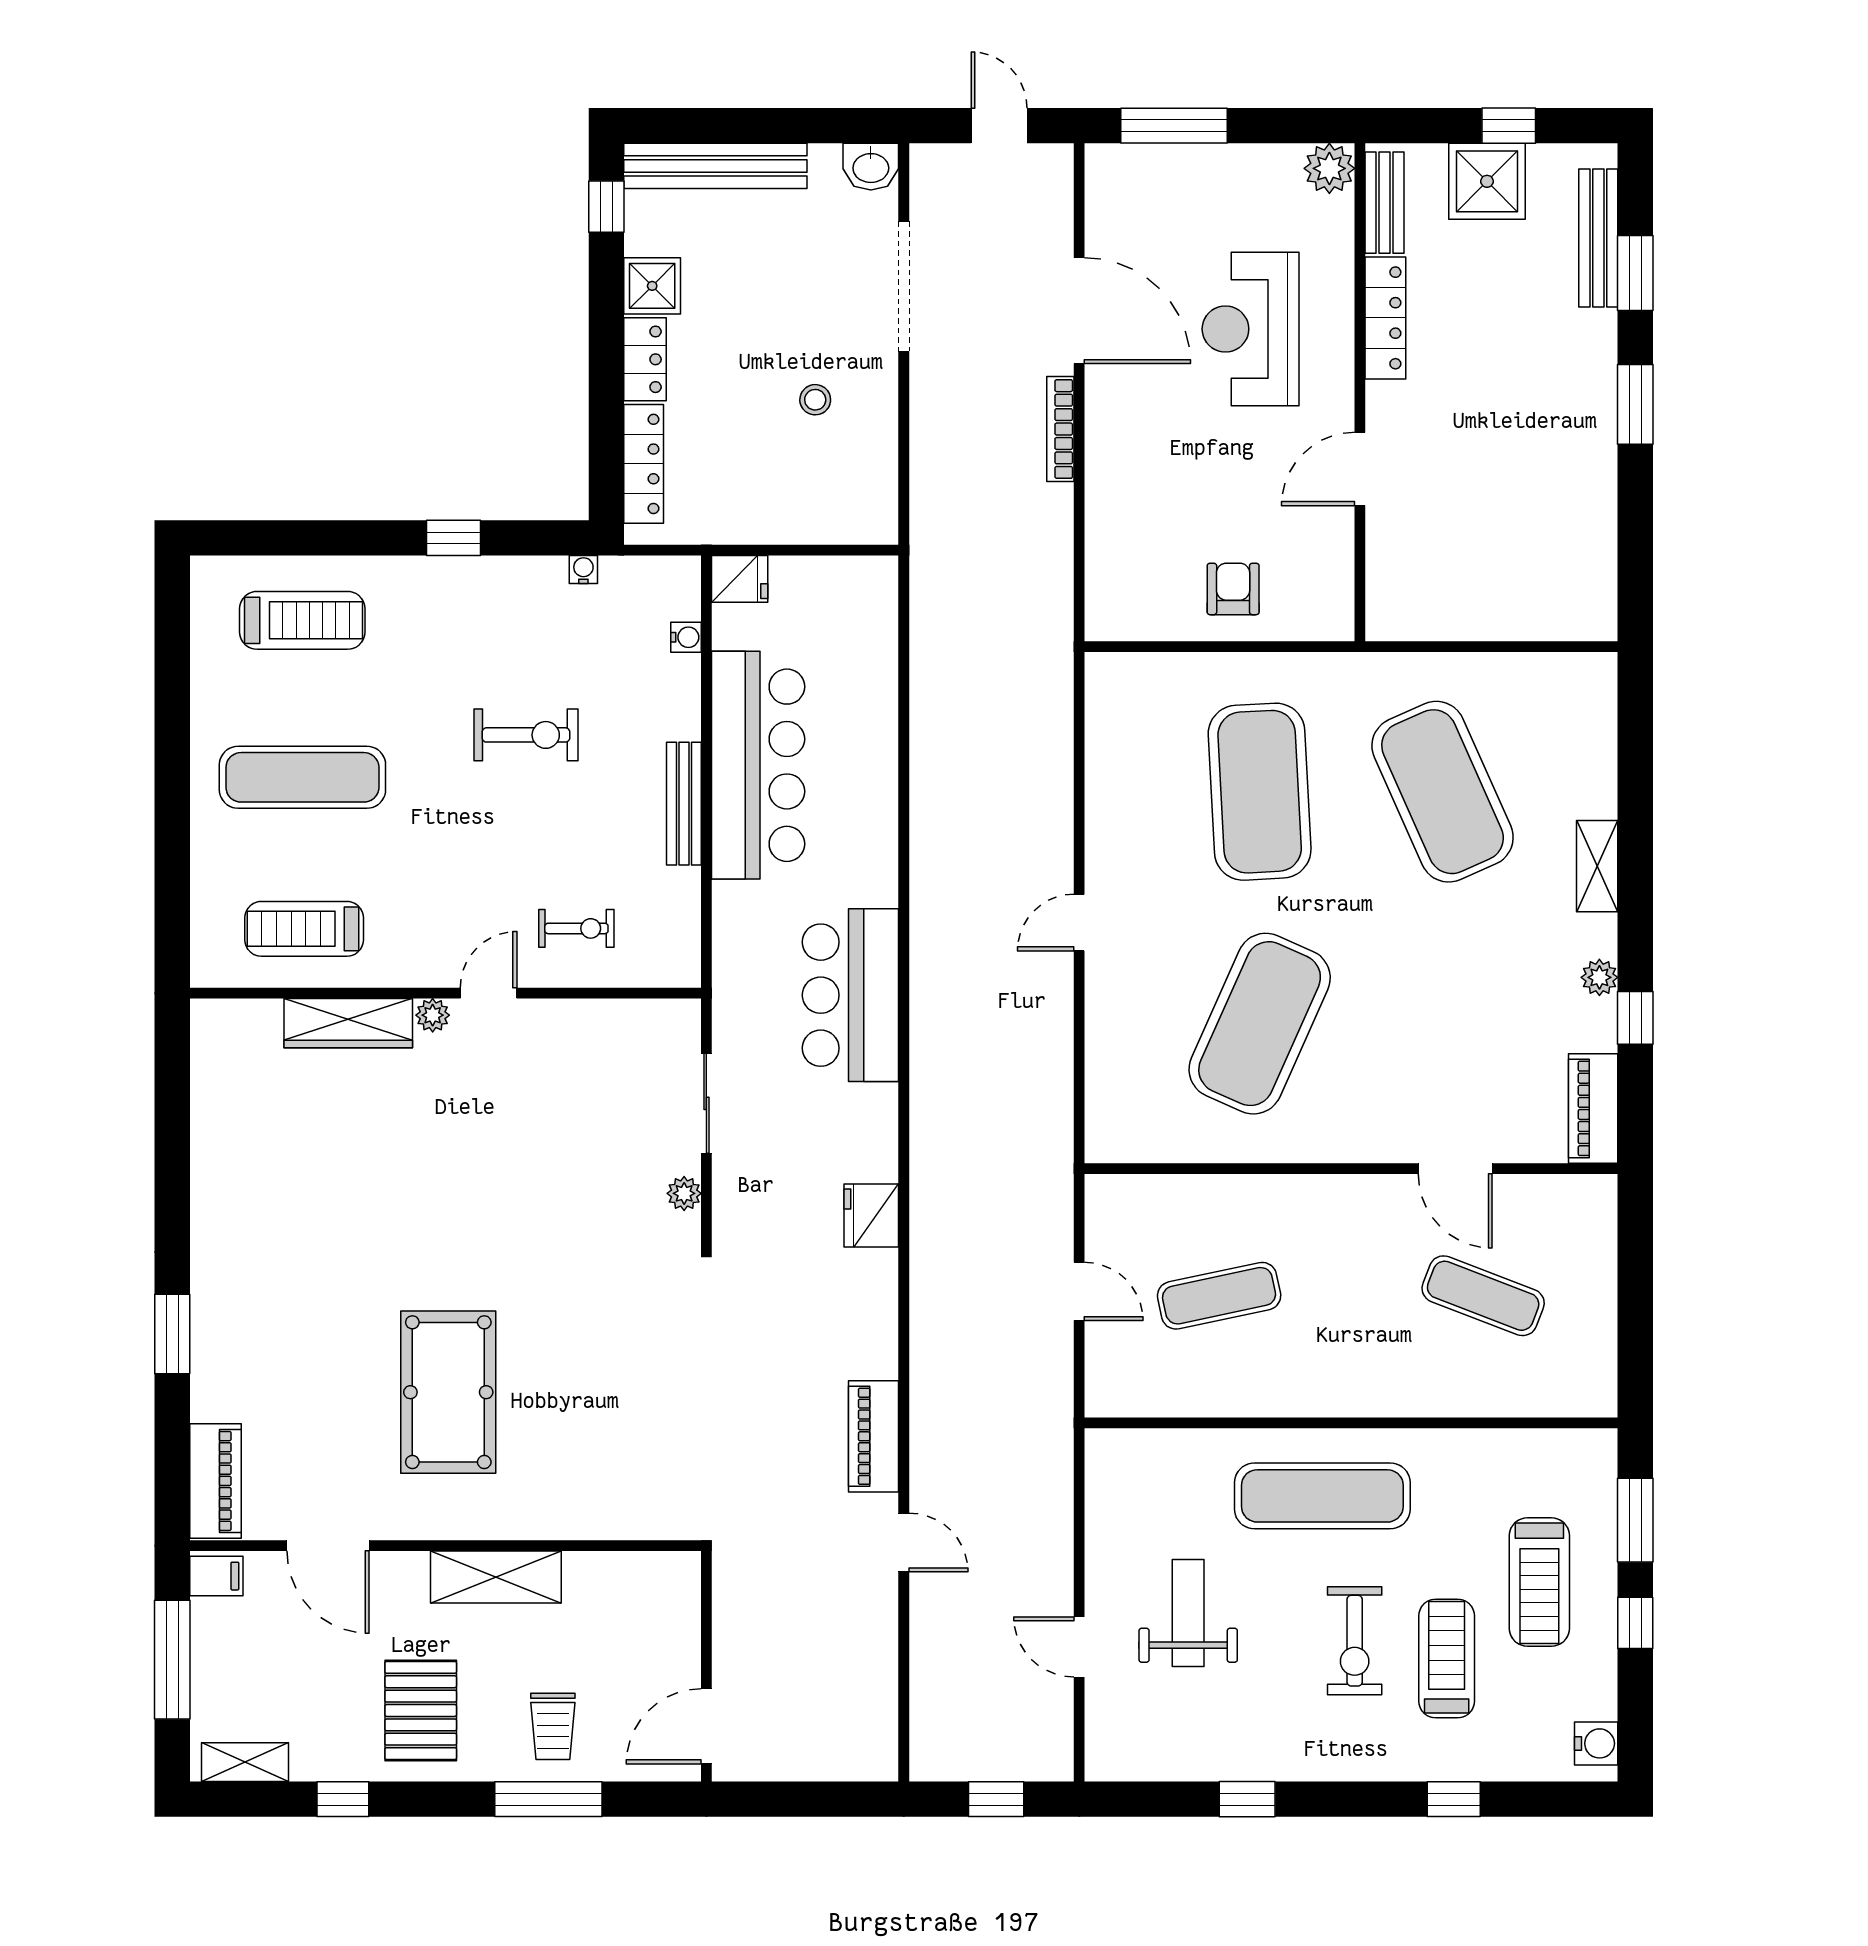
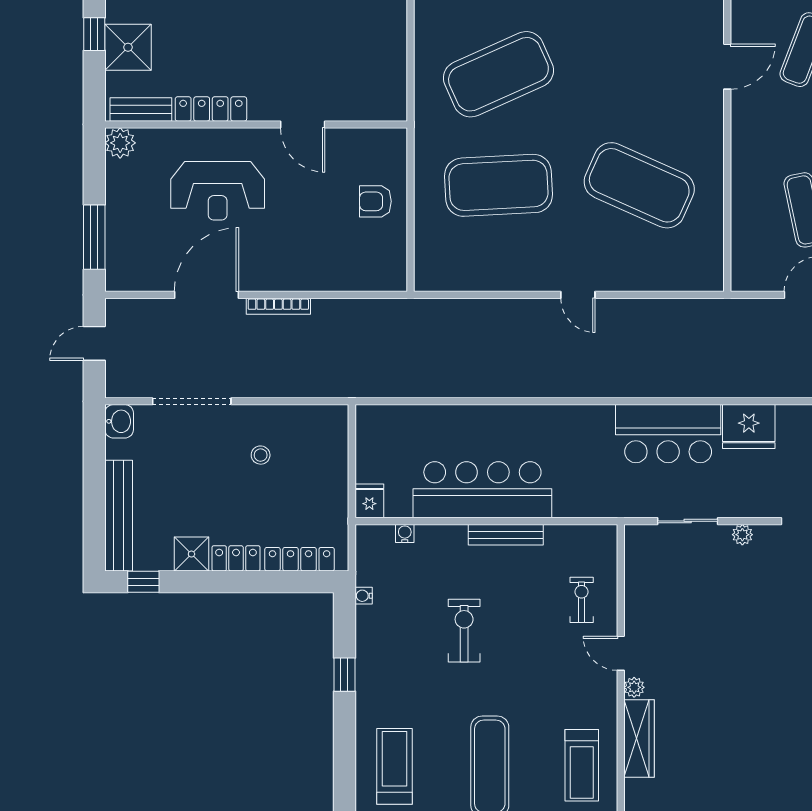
bar counter: (850, 995) -> (668, 434), moved
fridge: (871, 1216) -> (749, 427), width x1.36, depth x1.34

